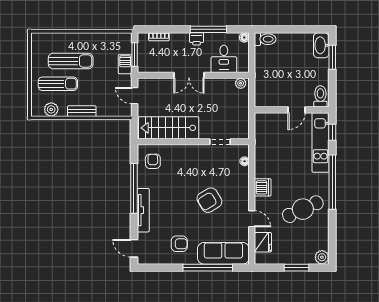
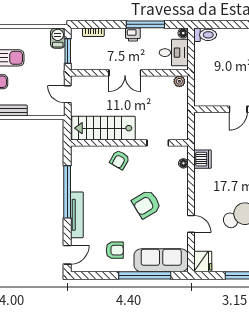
desk: (224, 59) -> (174, 53), moved, turned -90
barbecue: (125, 64) -> (58, 38), moved
armchair: (153, 161) -> (120, 160), moved, turned -149
dishwasher: (263, 187) -> (203, 159), moved
fridge: (263, 242) -> (203, 261), moved
door: (134, 248) -> (67, 255), swing flipped

